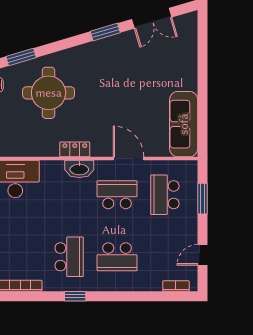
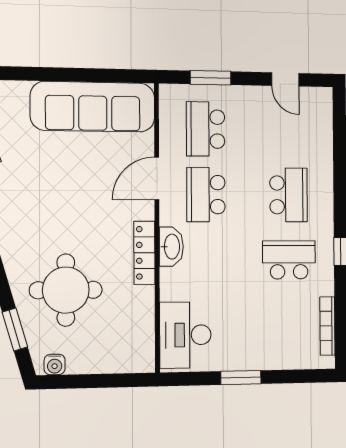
sofa: (184, 124) -> (93, 107), width x1.36, depth x1.27
locker: (75, 149) -> (144, 253), width x1.53
school desk: (165, 195) -> (206, 129), turned 90
bookcase: (176, 286) -> (326, 116), removed

